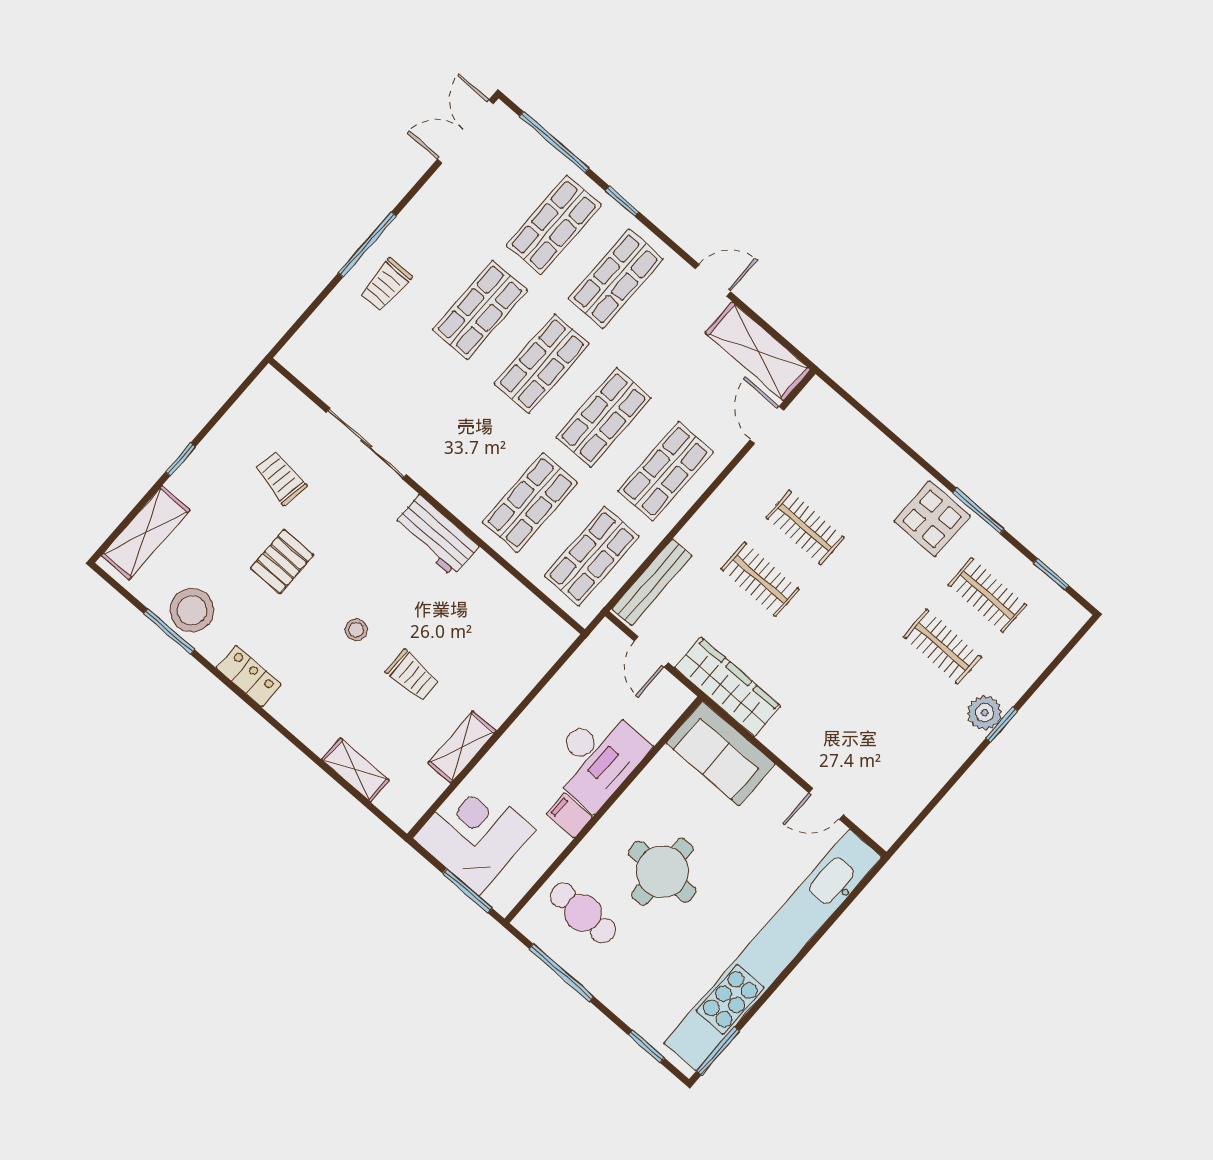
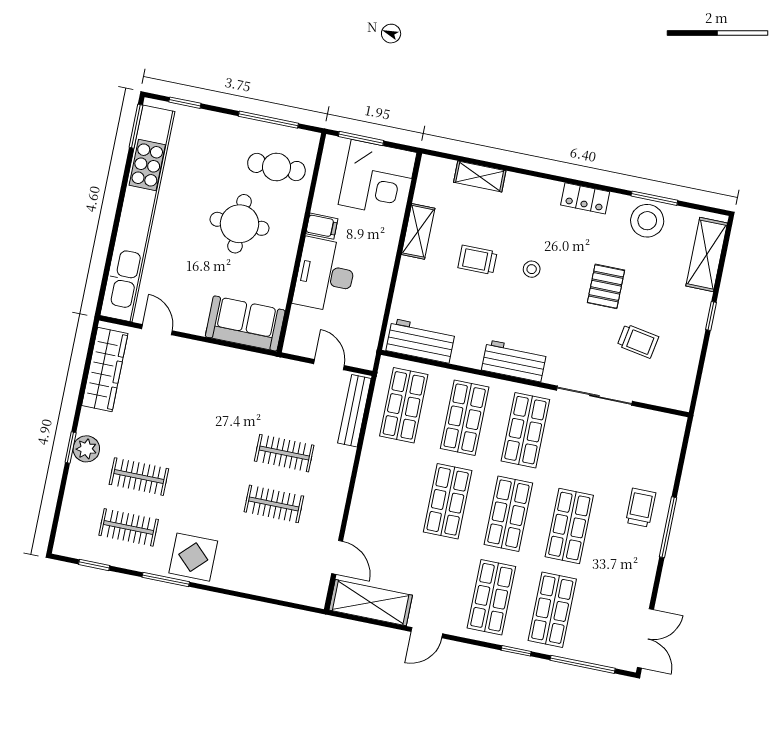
shop shelf: (666, 471) -> (525, 430), moved
workbench: (530, 619) -> (421, 341), added
wardrobe: (728, 687) -> (105, 370), moved, turned -90
door: (826, 804) -> (157, 330), hinge flipped

